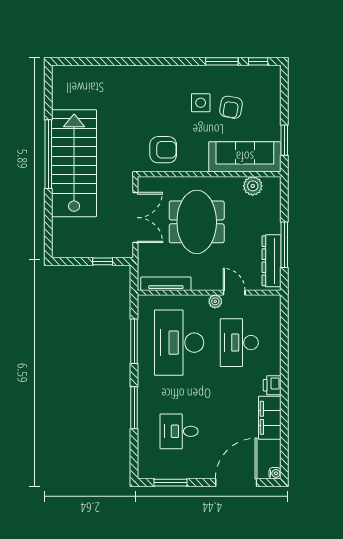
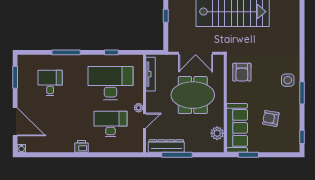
window: (222, 61) -> (302, 93), moved
side table: (201, 103) -> (288, 80), moved
window: (103, 261) -> (166, 16), moved
window: (134, 341) -> (111, 52), width x0.46
filing cabinet: (270, 418) -> (59, 145), removed

